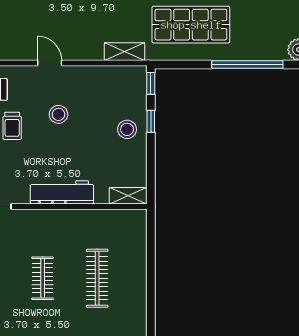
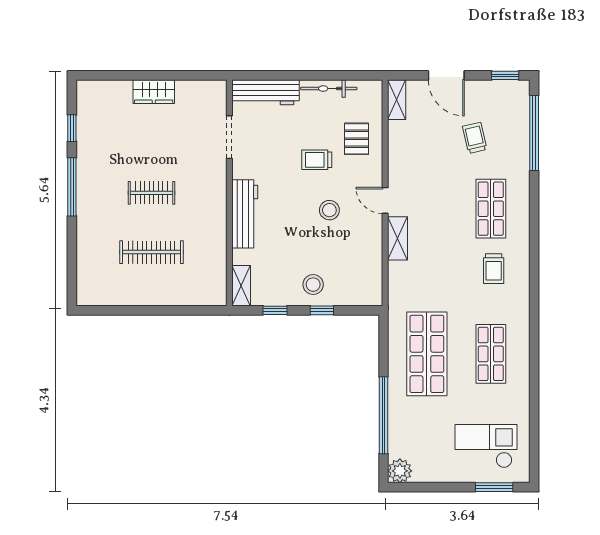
shelving: (125, 52) -> (397, 238), moved
door: (50, 63) -> (385, 200), swing flipped
window: (151, 83) -> (275, 310), moved

